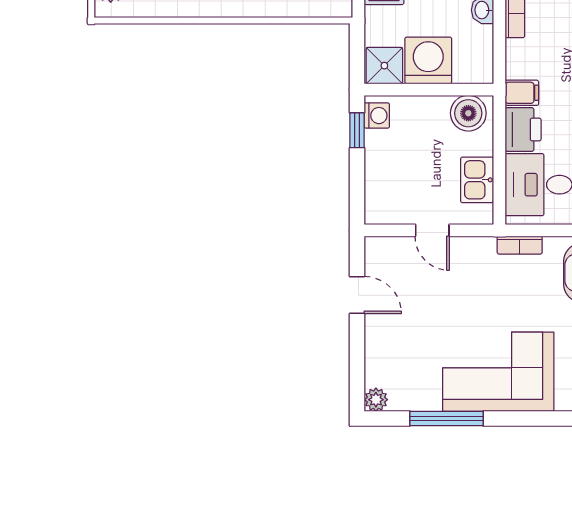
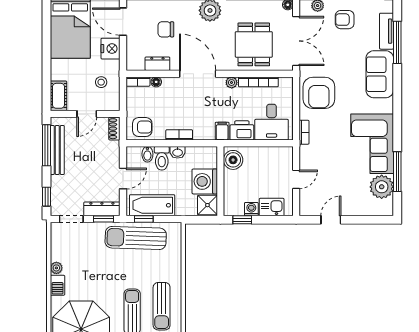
washing machine: (377, 116) -> (251, 209), moved
kitchen sink: (477, 180) -> (272, 207), moved, turned 180
plant: (376, 400) -> (382, 187), moved, width x1.88, depth x1.88

